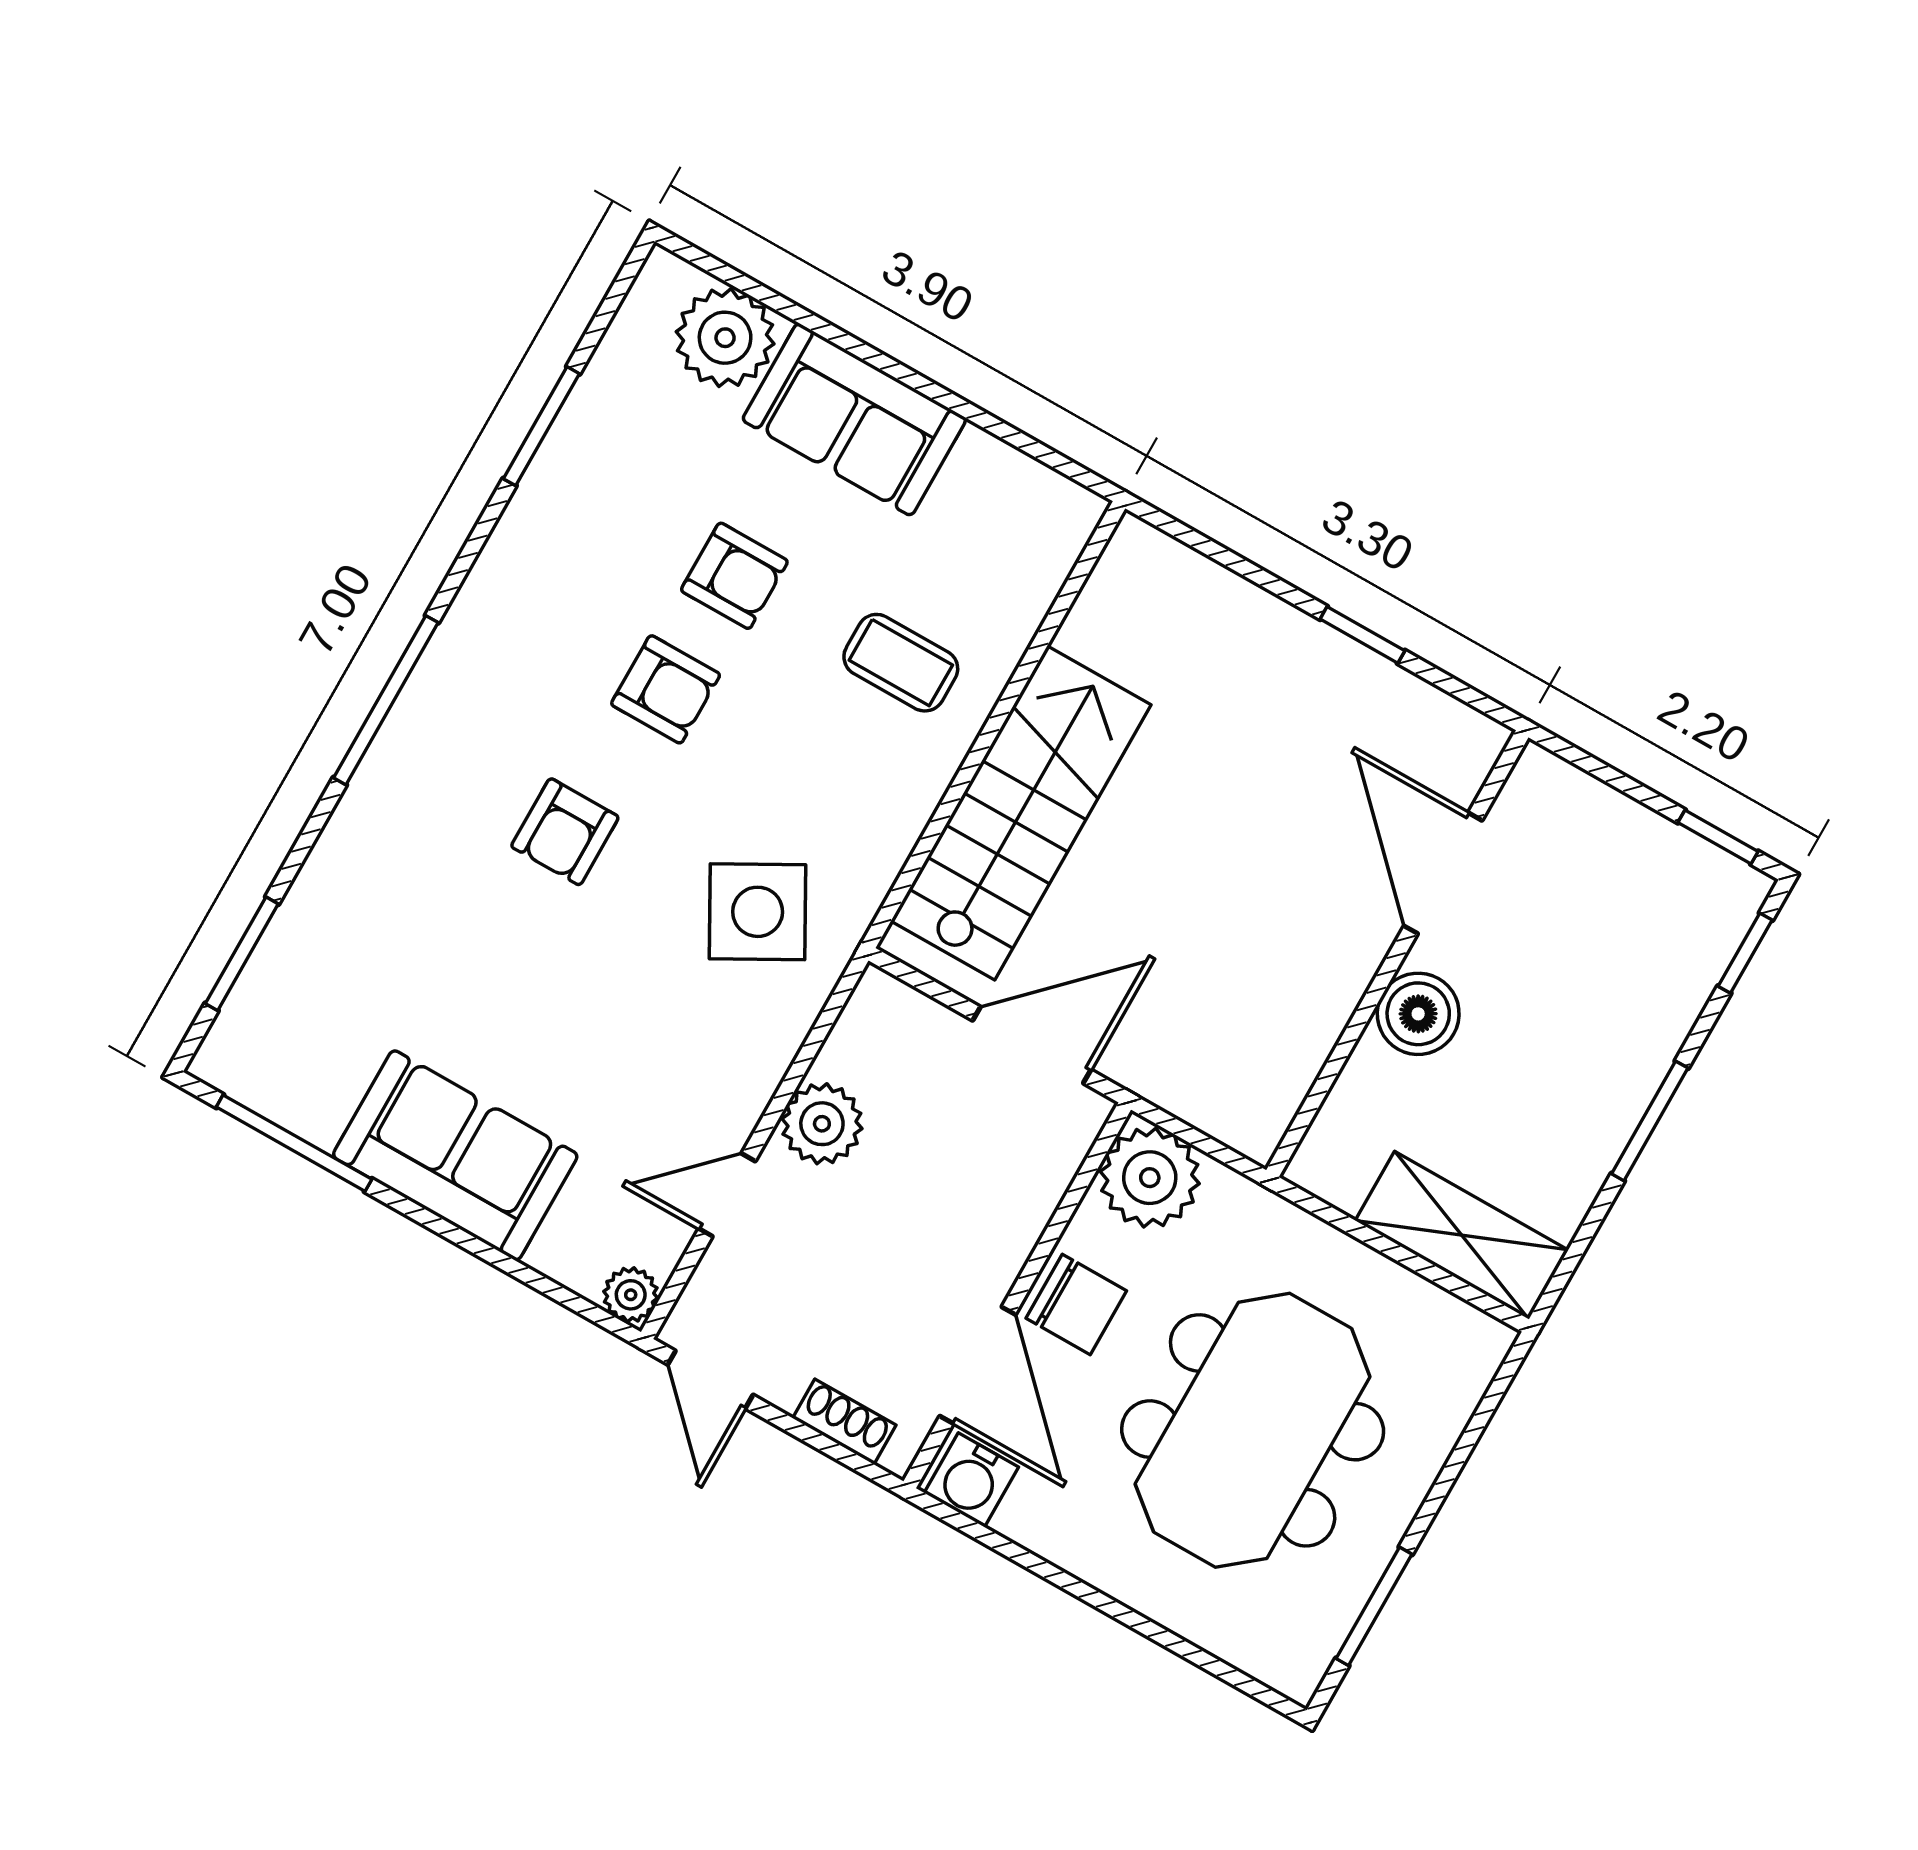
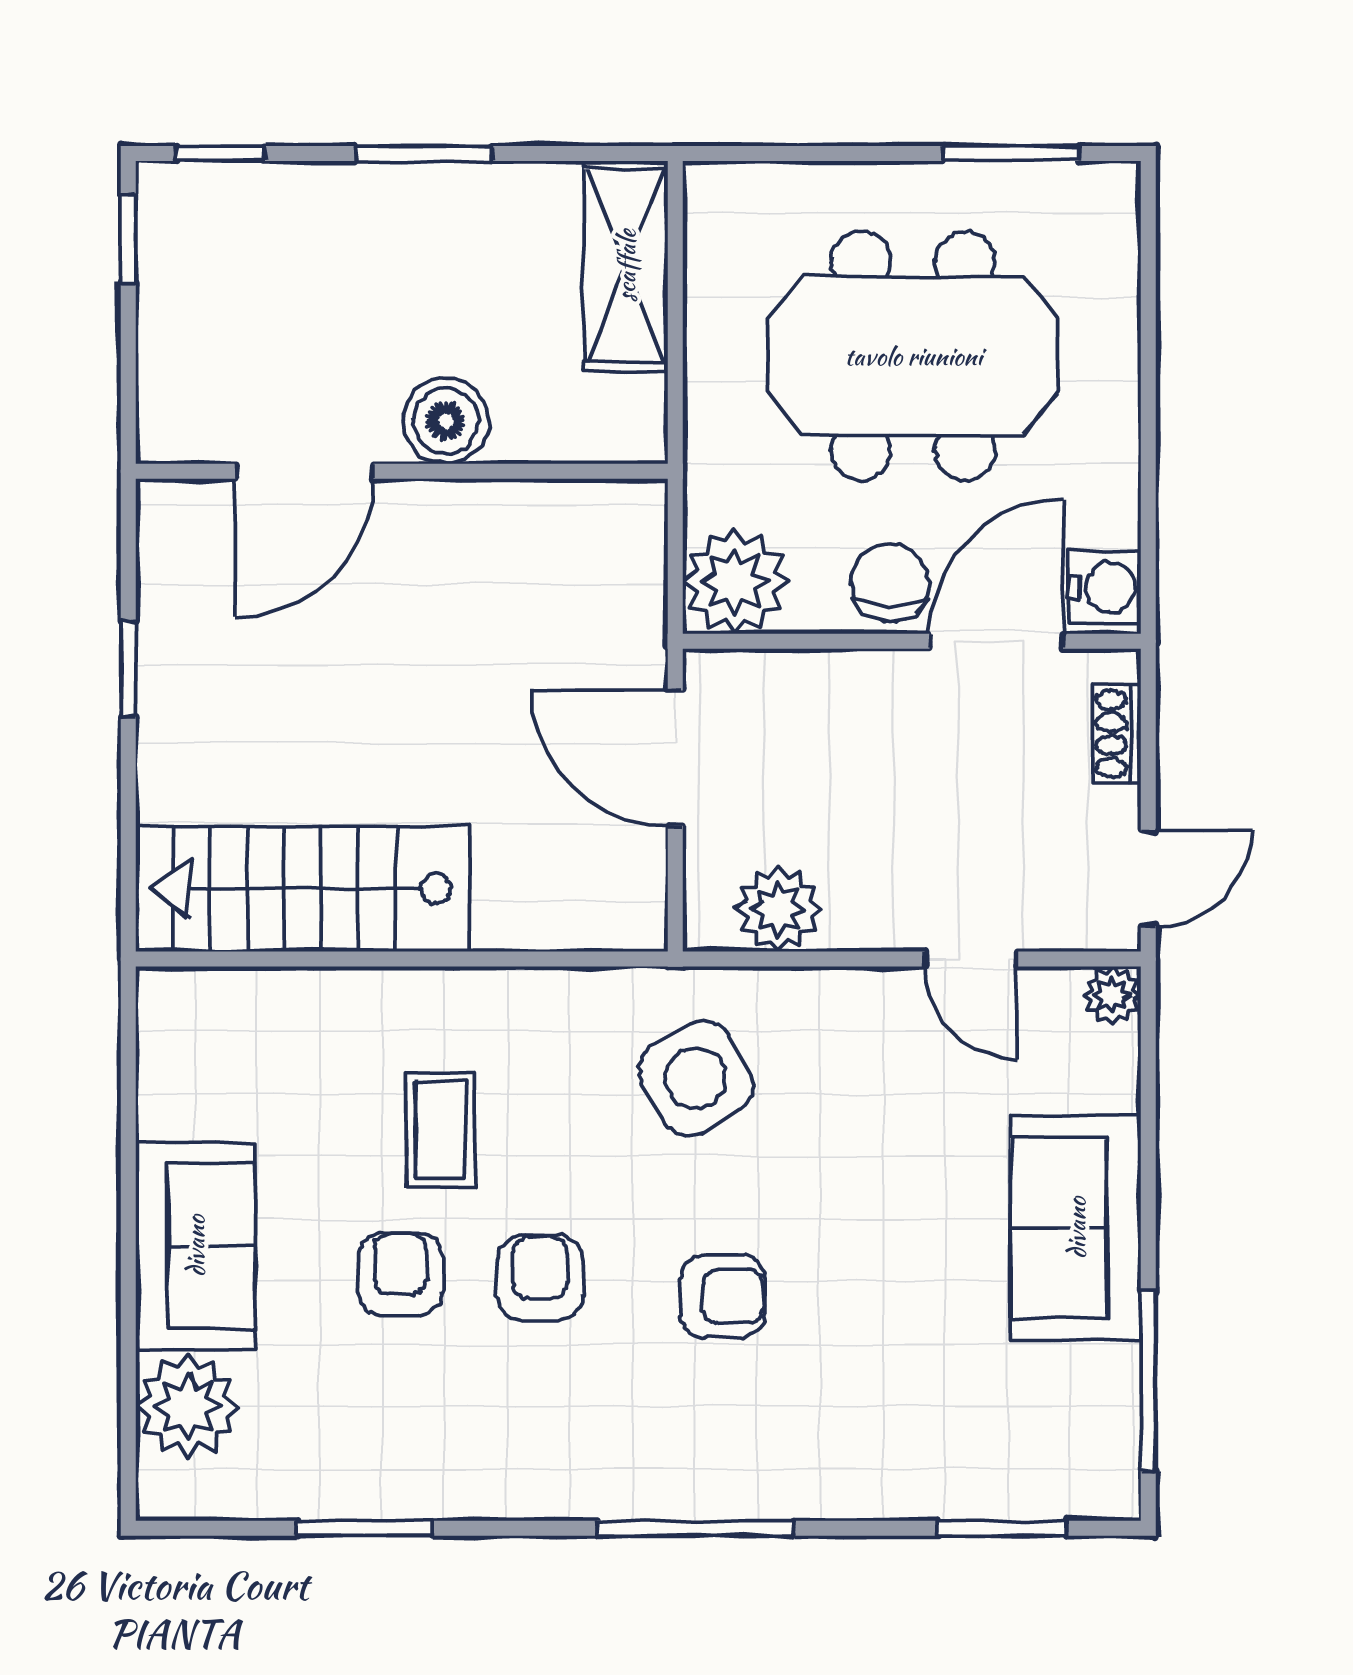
coffee table: (901, 663) -> (441, 1129), moved
stairs: (1021, 813) -> (302, 889), moved
plant: (822, 1124) -> (778, 909), moved

